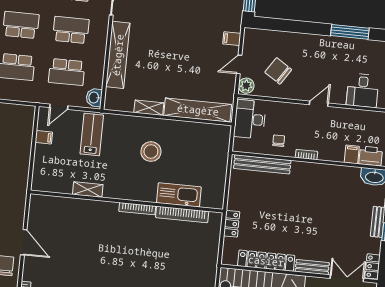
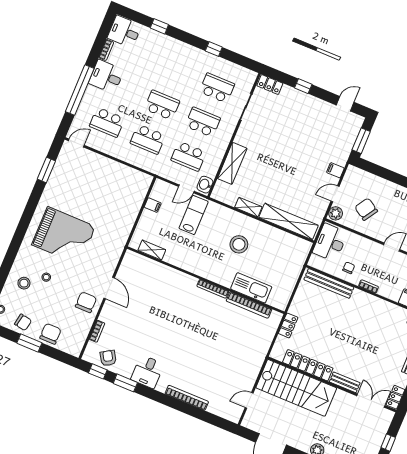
shelving: (118, 55) -> (232, 163), width x0.68
door: (59, 107) -> (186, 189), moved
shelving: (88, 190) -> (152, 250), moved

